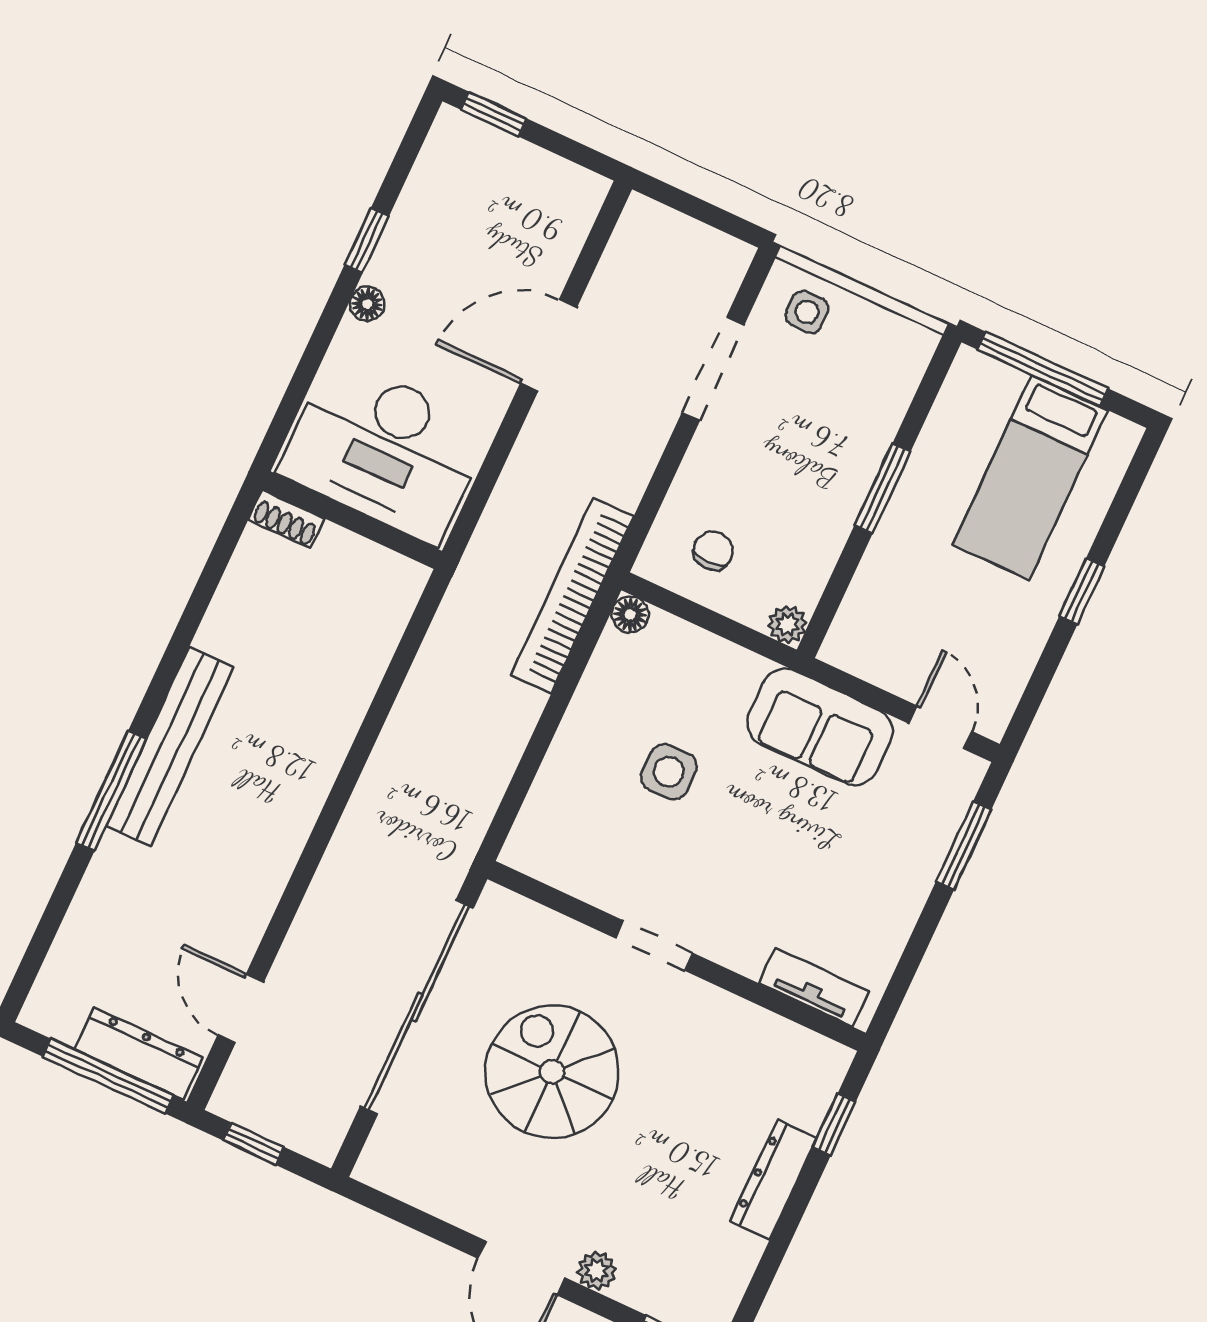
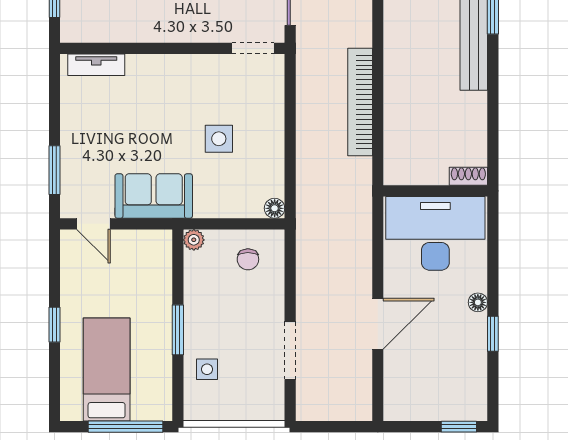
side table: (807, 312) -> (207, 369), moved
bookcase: (572, 596) -> (360, 102), moved, turned 180
doorway: (654, 945) -> (253, 48), moved

